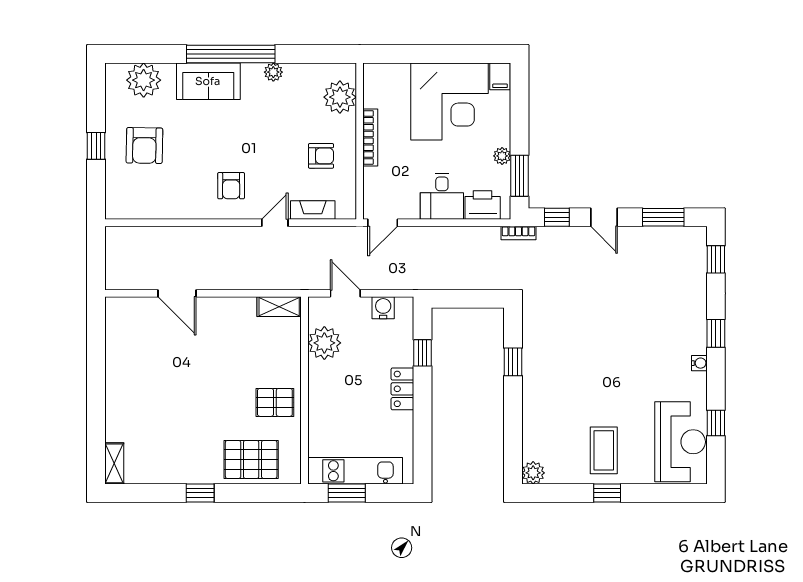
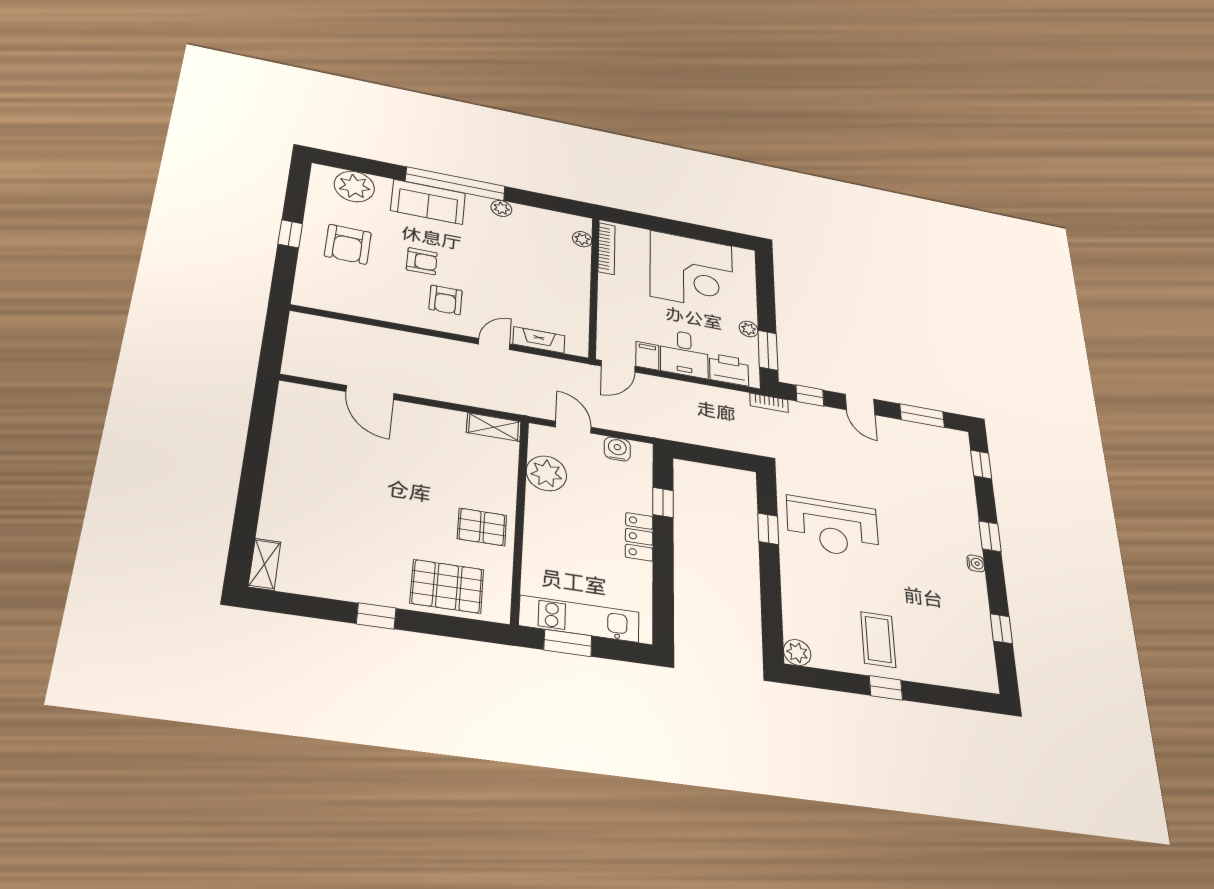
filing cabinet: (500, 76) -> (647, 356), moved, turned 180
plant: (340, 97) -> (582, 239), width x0.53, depth x0.53
bookcase: (370, 137) -> (607, 249), moved
armchair: (321, 156) -> (422, 261), moved
reception desk: (680, 442) -> (833, 527), moved, turned 90

